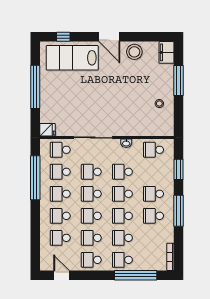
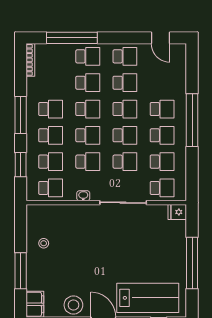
window: (35, 178) -> (192, 120), moved
school desk: (60, 238) -> (51, 162), moved

